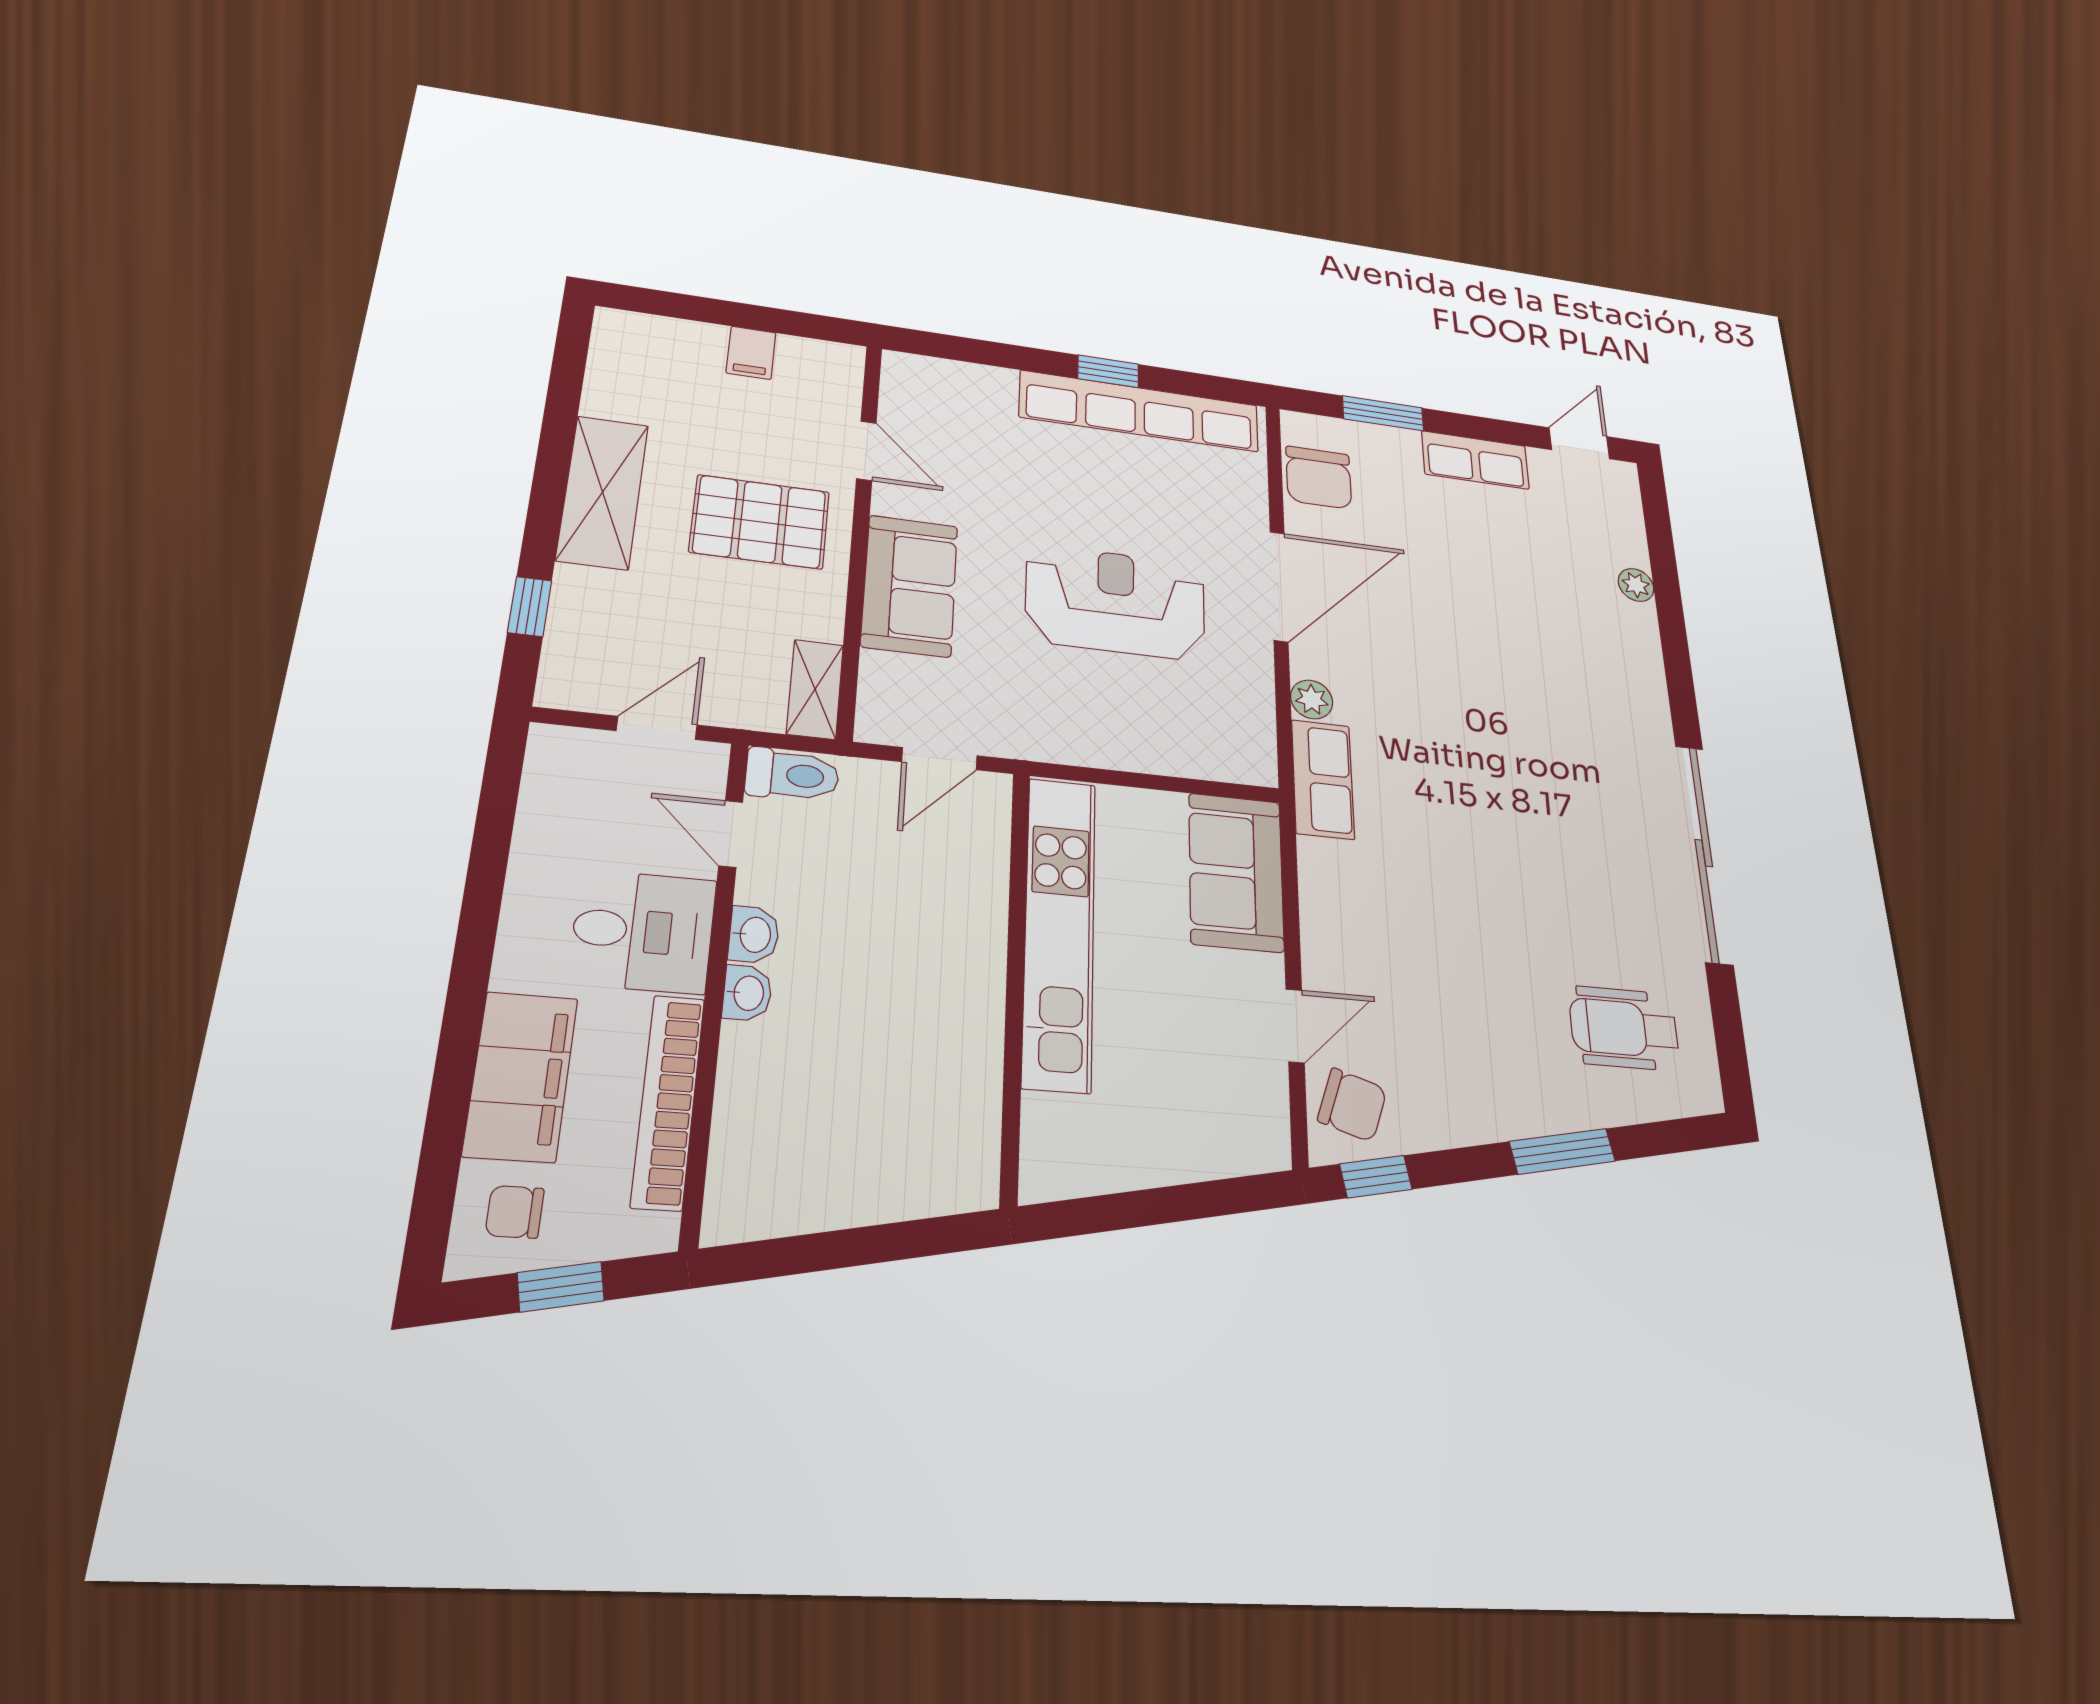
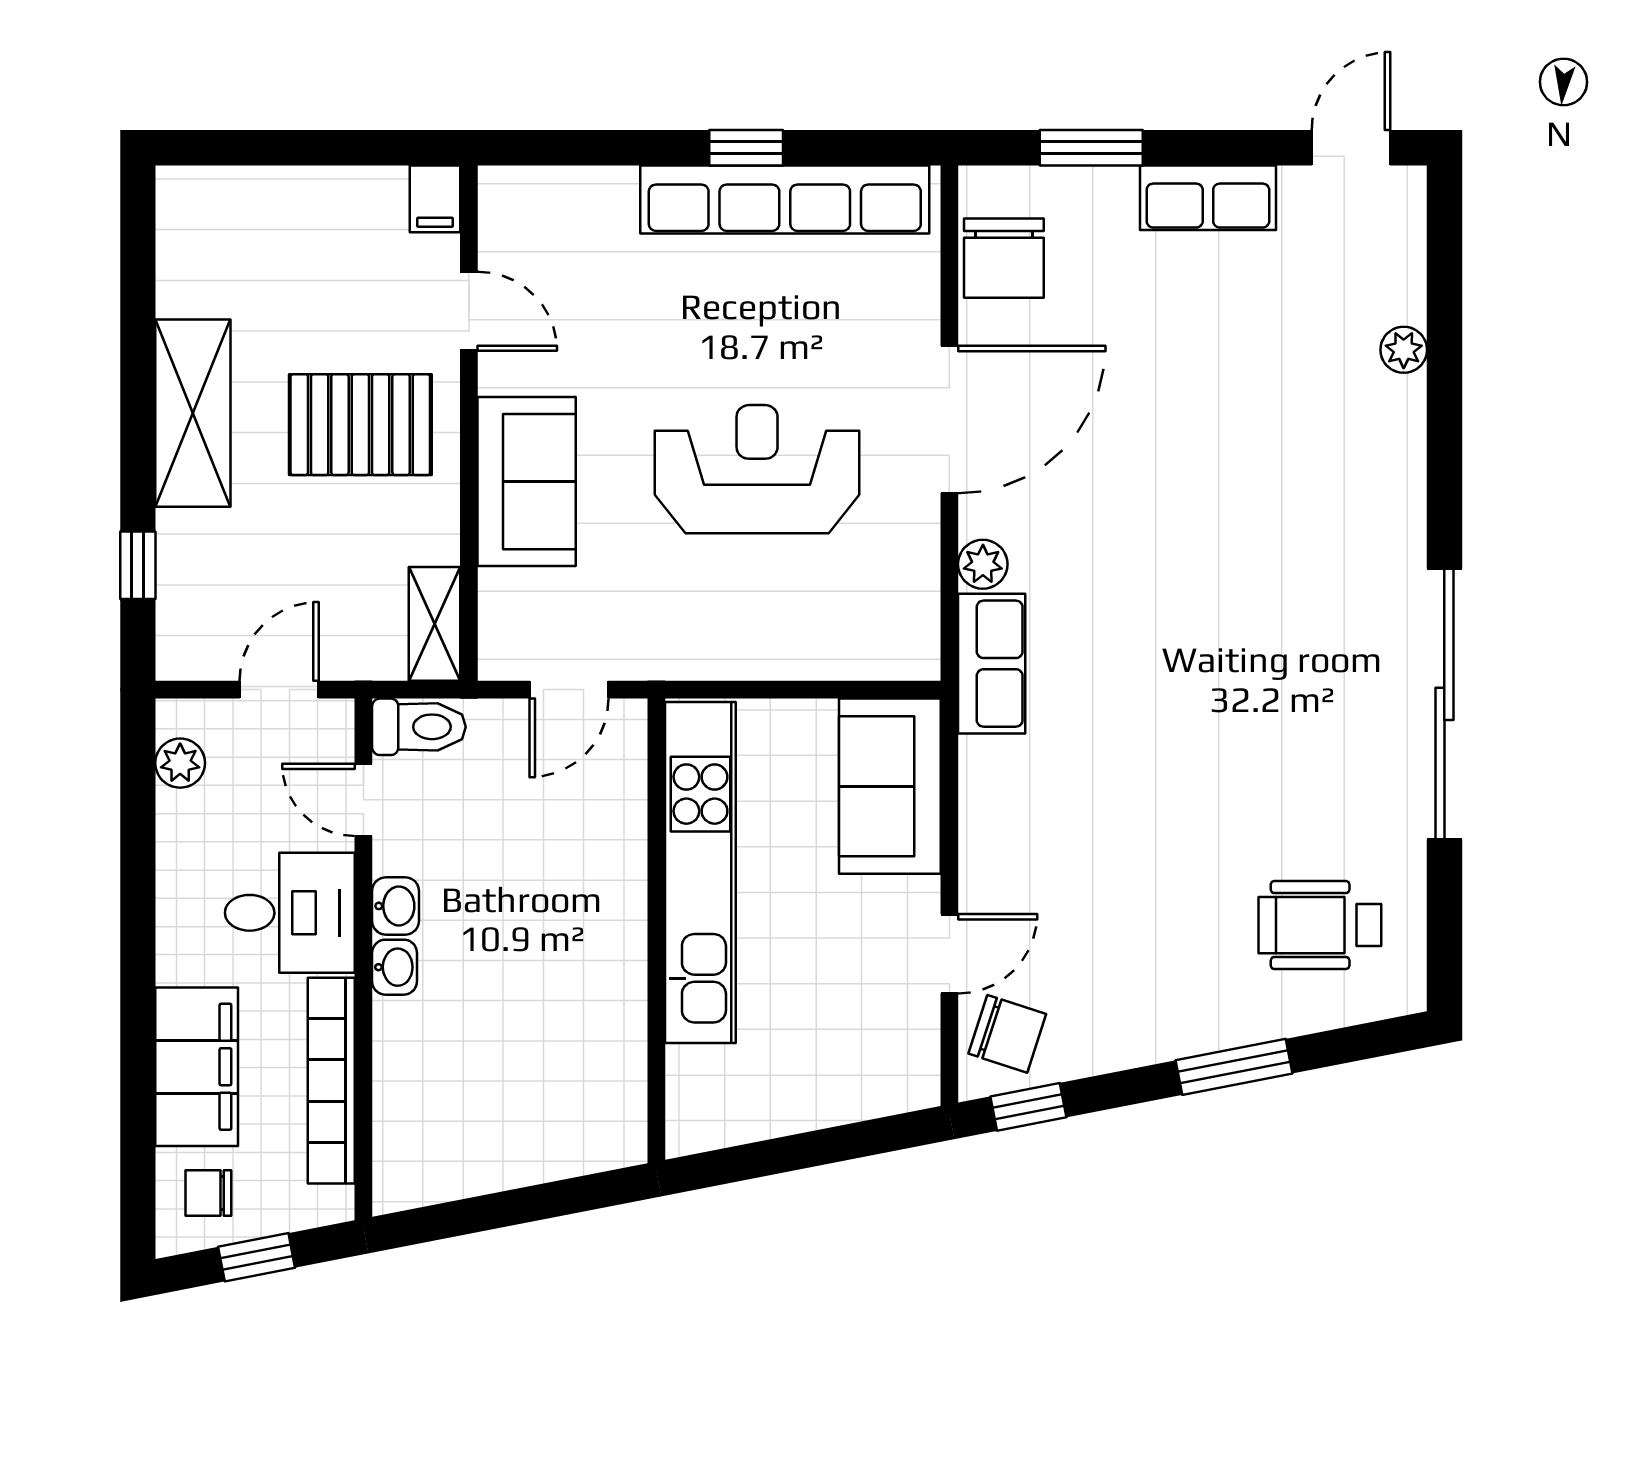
filing cabinet: (751, 353) -> (435, 199), moved
plant: (546, 782) -> (180, 763), added

